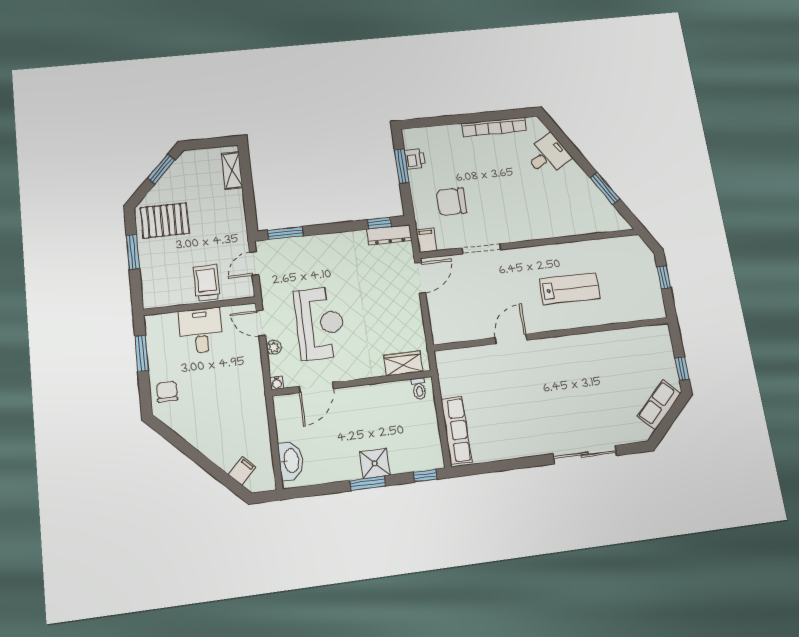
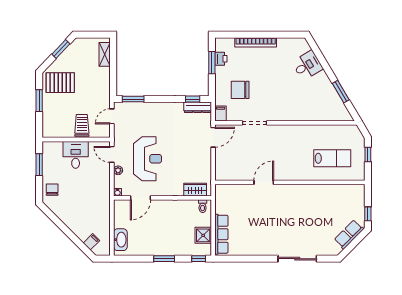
bookcase: (494, 127) -> (256, 42), moved
lab bench: (570, 289) -> (332, 158), moved
shower: (375, 463) -> (203, 235), moved

